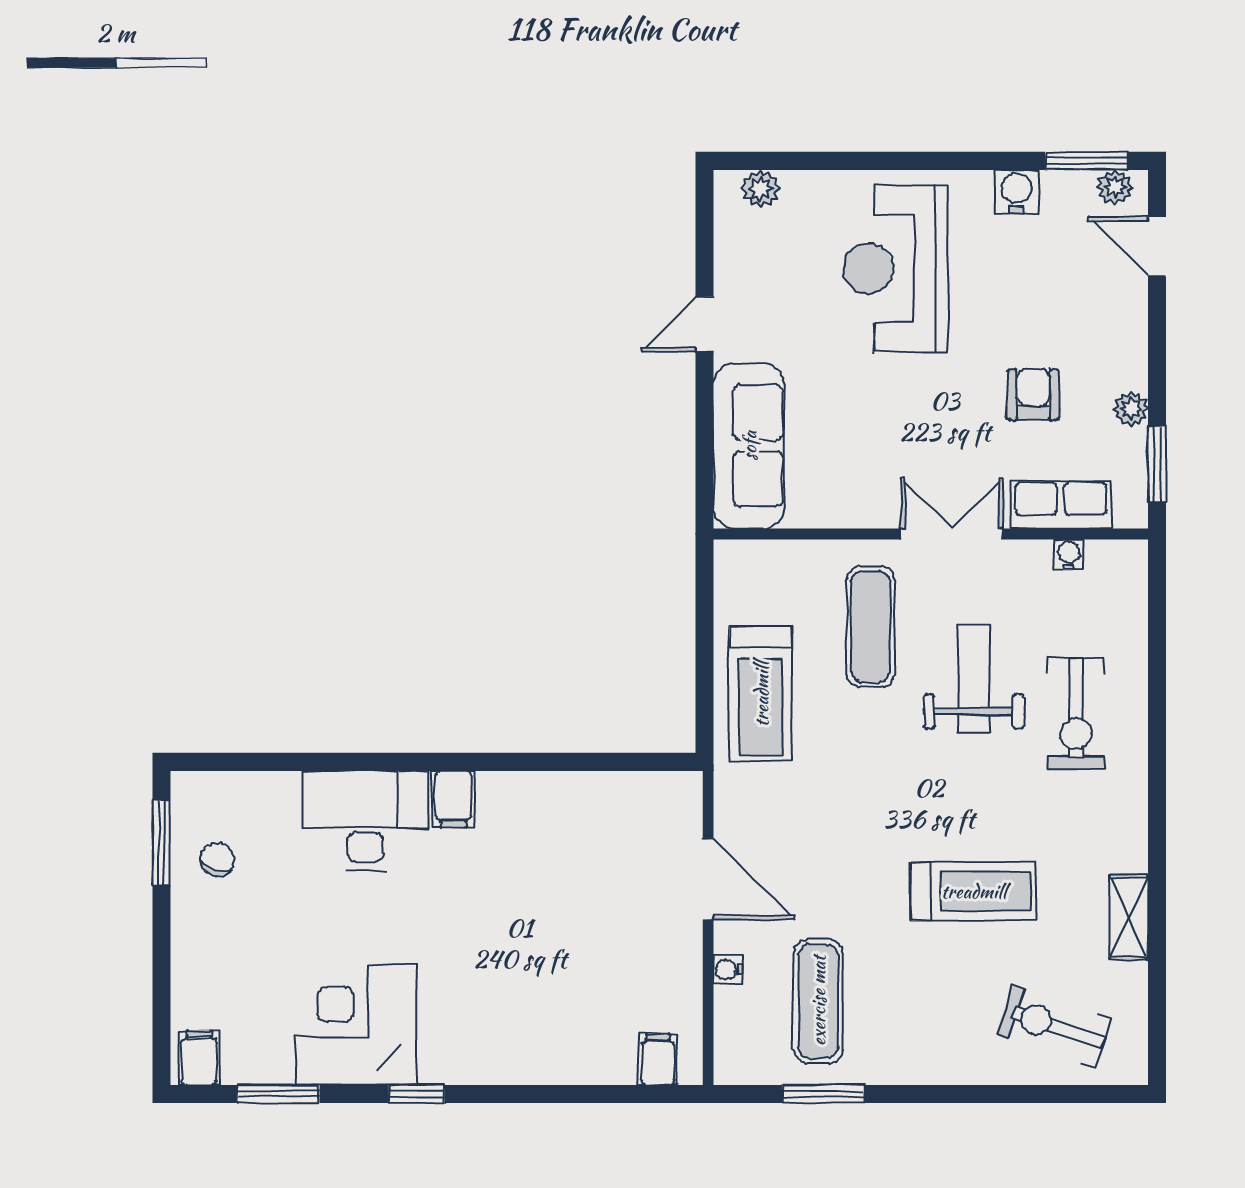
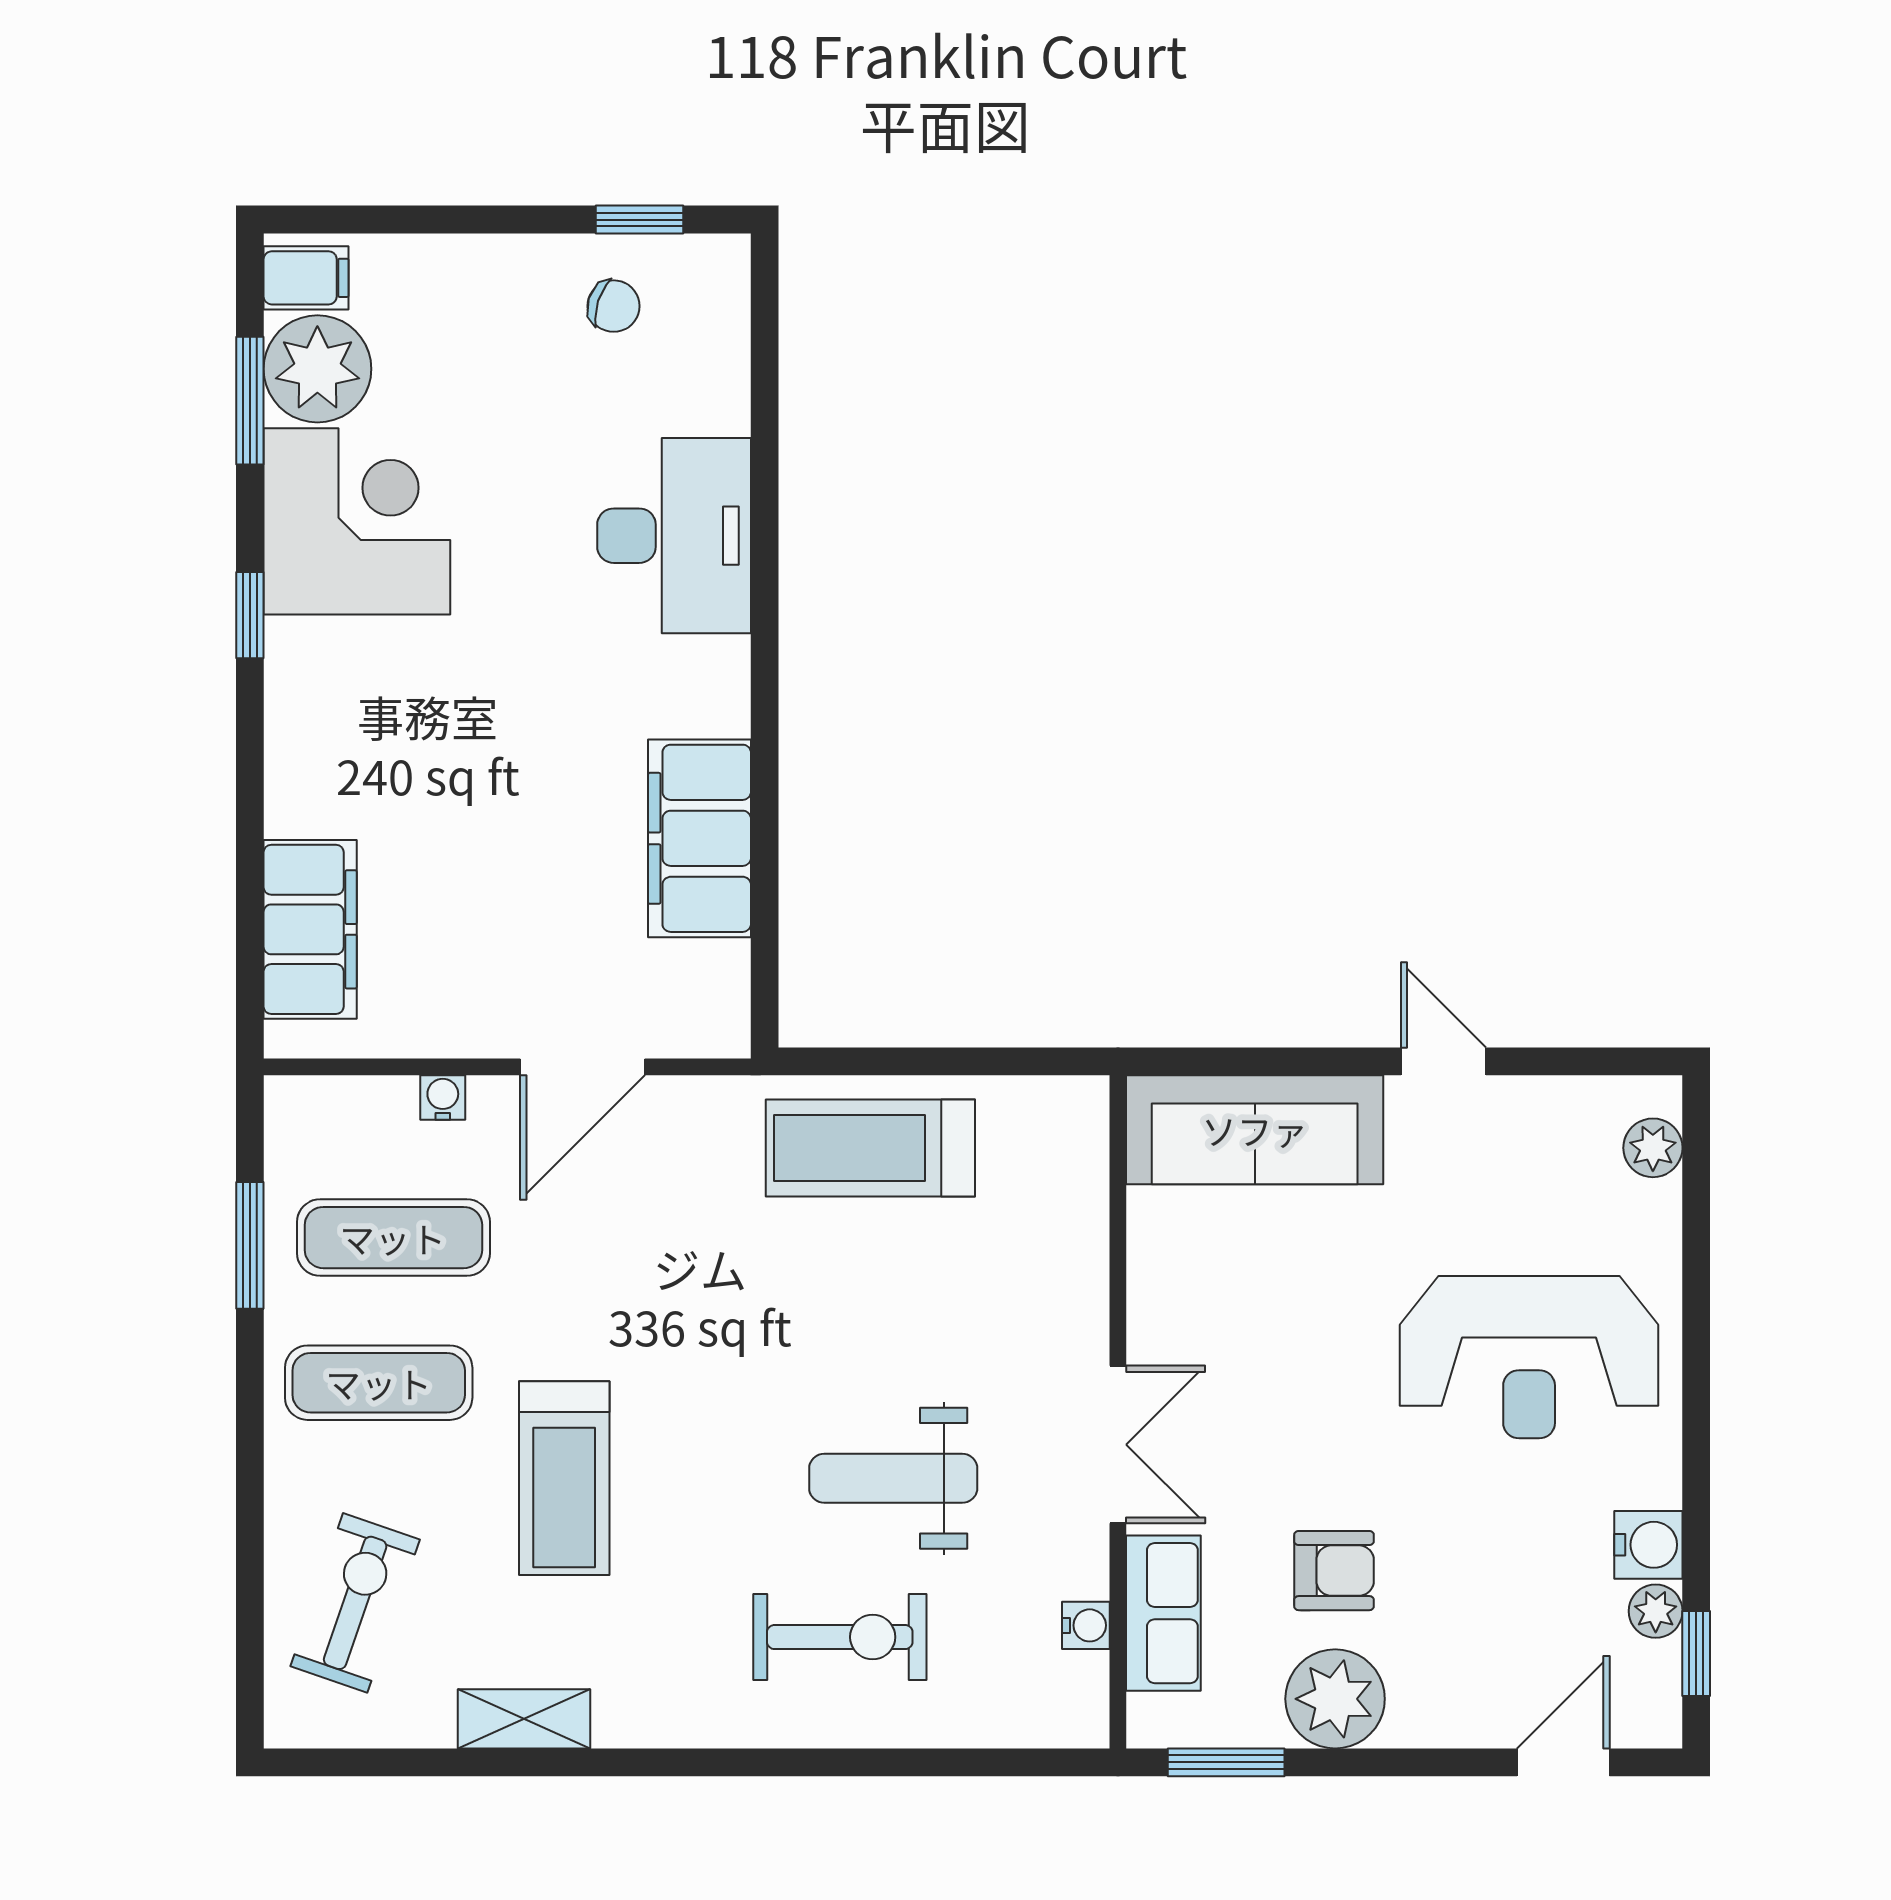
window: (1087, 161) -> (1696, 1653), width x0.67
plant: (1115, 187) -> (1656, 1611), moved
reception desk: (895, 269) -> (1529, 1357), turned 180
plant: (1131, 409) -> (1335, 1699), width x1.88, depth x1.88
exercise mat: (871, 627) -> (379, 1383), moved
weight bench: (974, 679) -> (893, 1478), turned 180
exercise bike: (1076, 713) -> (840, 1637), turned 180
filing cabinet: (453, 799) -> (700, 838), moved, width x3.00, depth x1.17
window: (161, 843) -> (640, 220), width x0.67
plant: (258, 1050) -> (317, 369), added
filing cabinet: (658, 1059) -> (310, 929), width x3.00, depth x1.17

